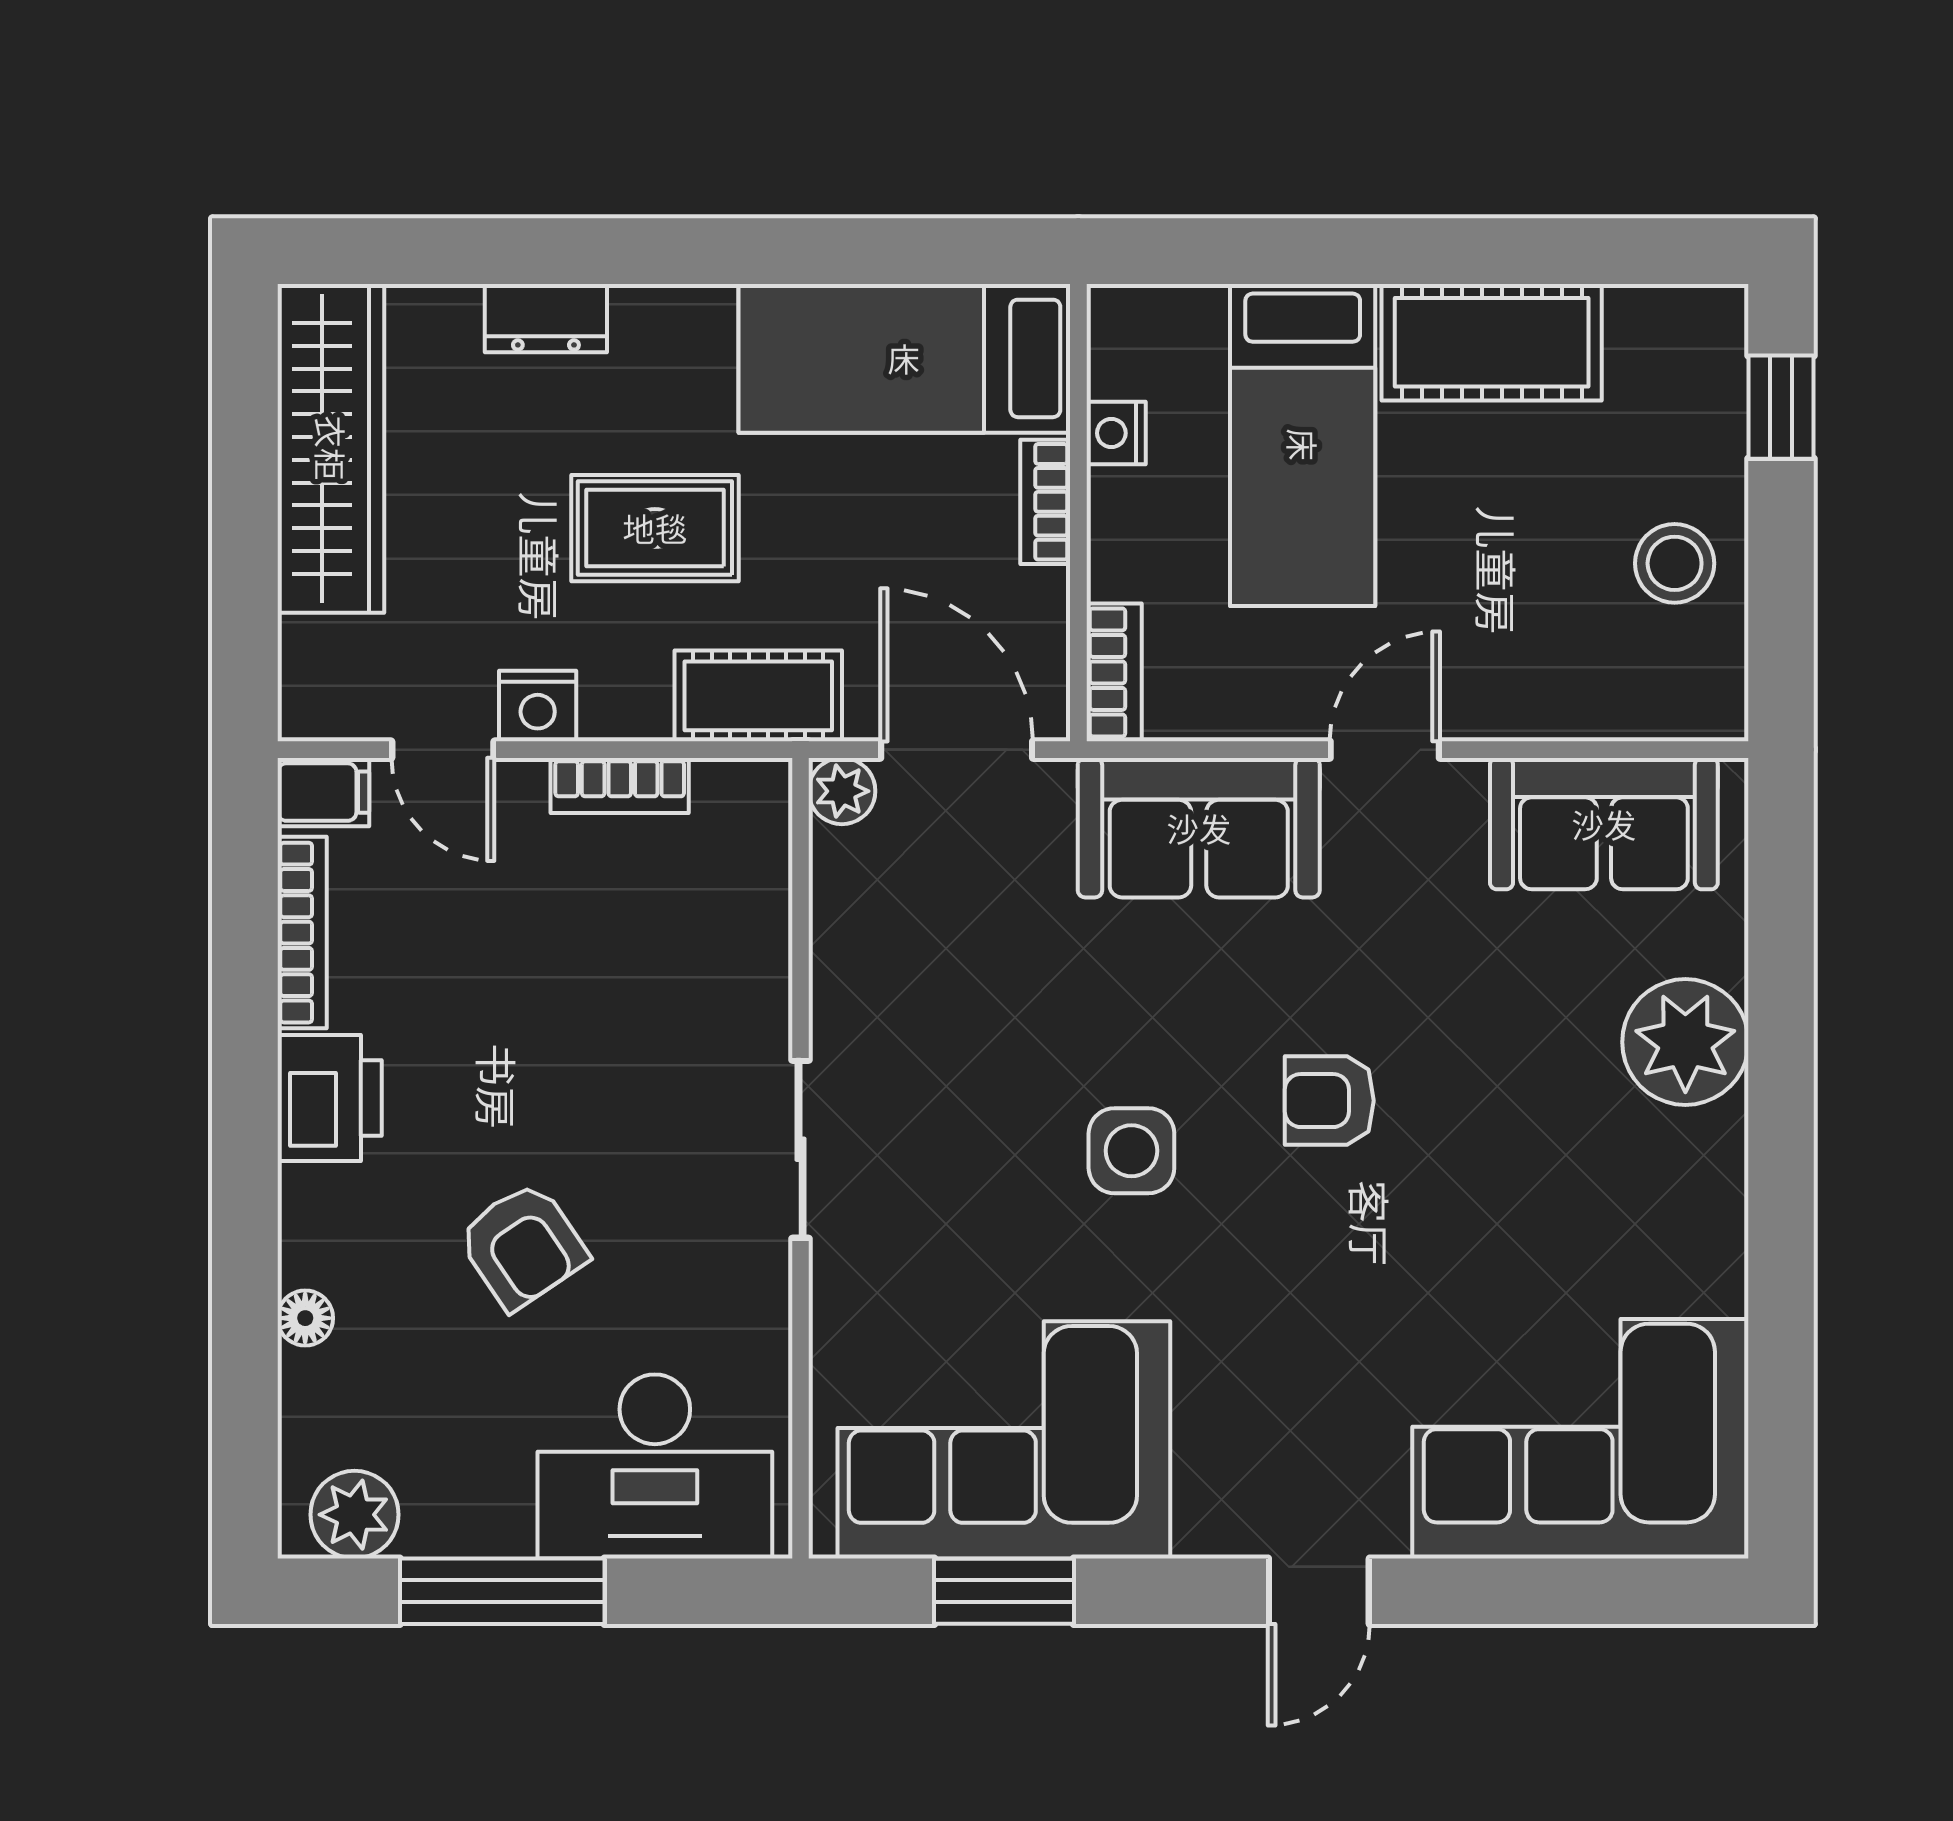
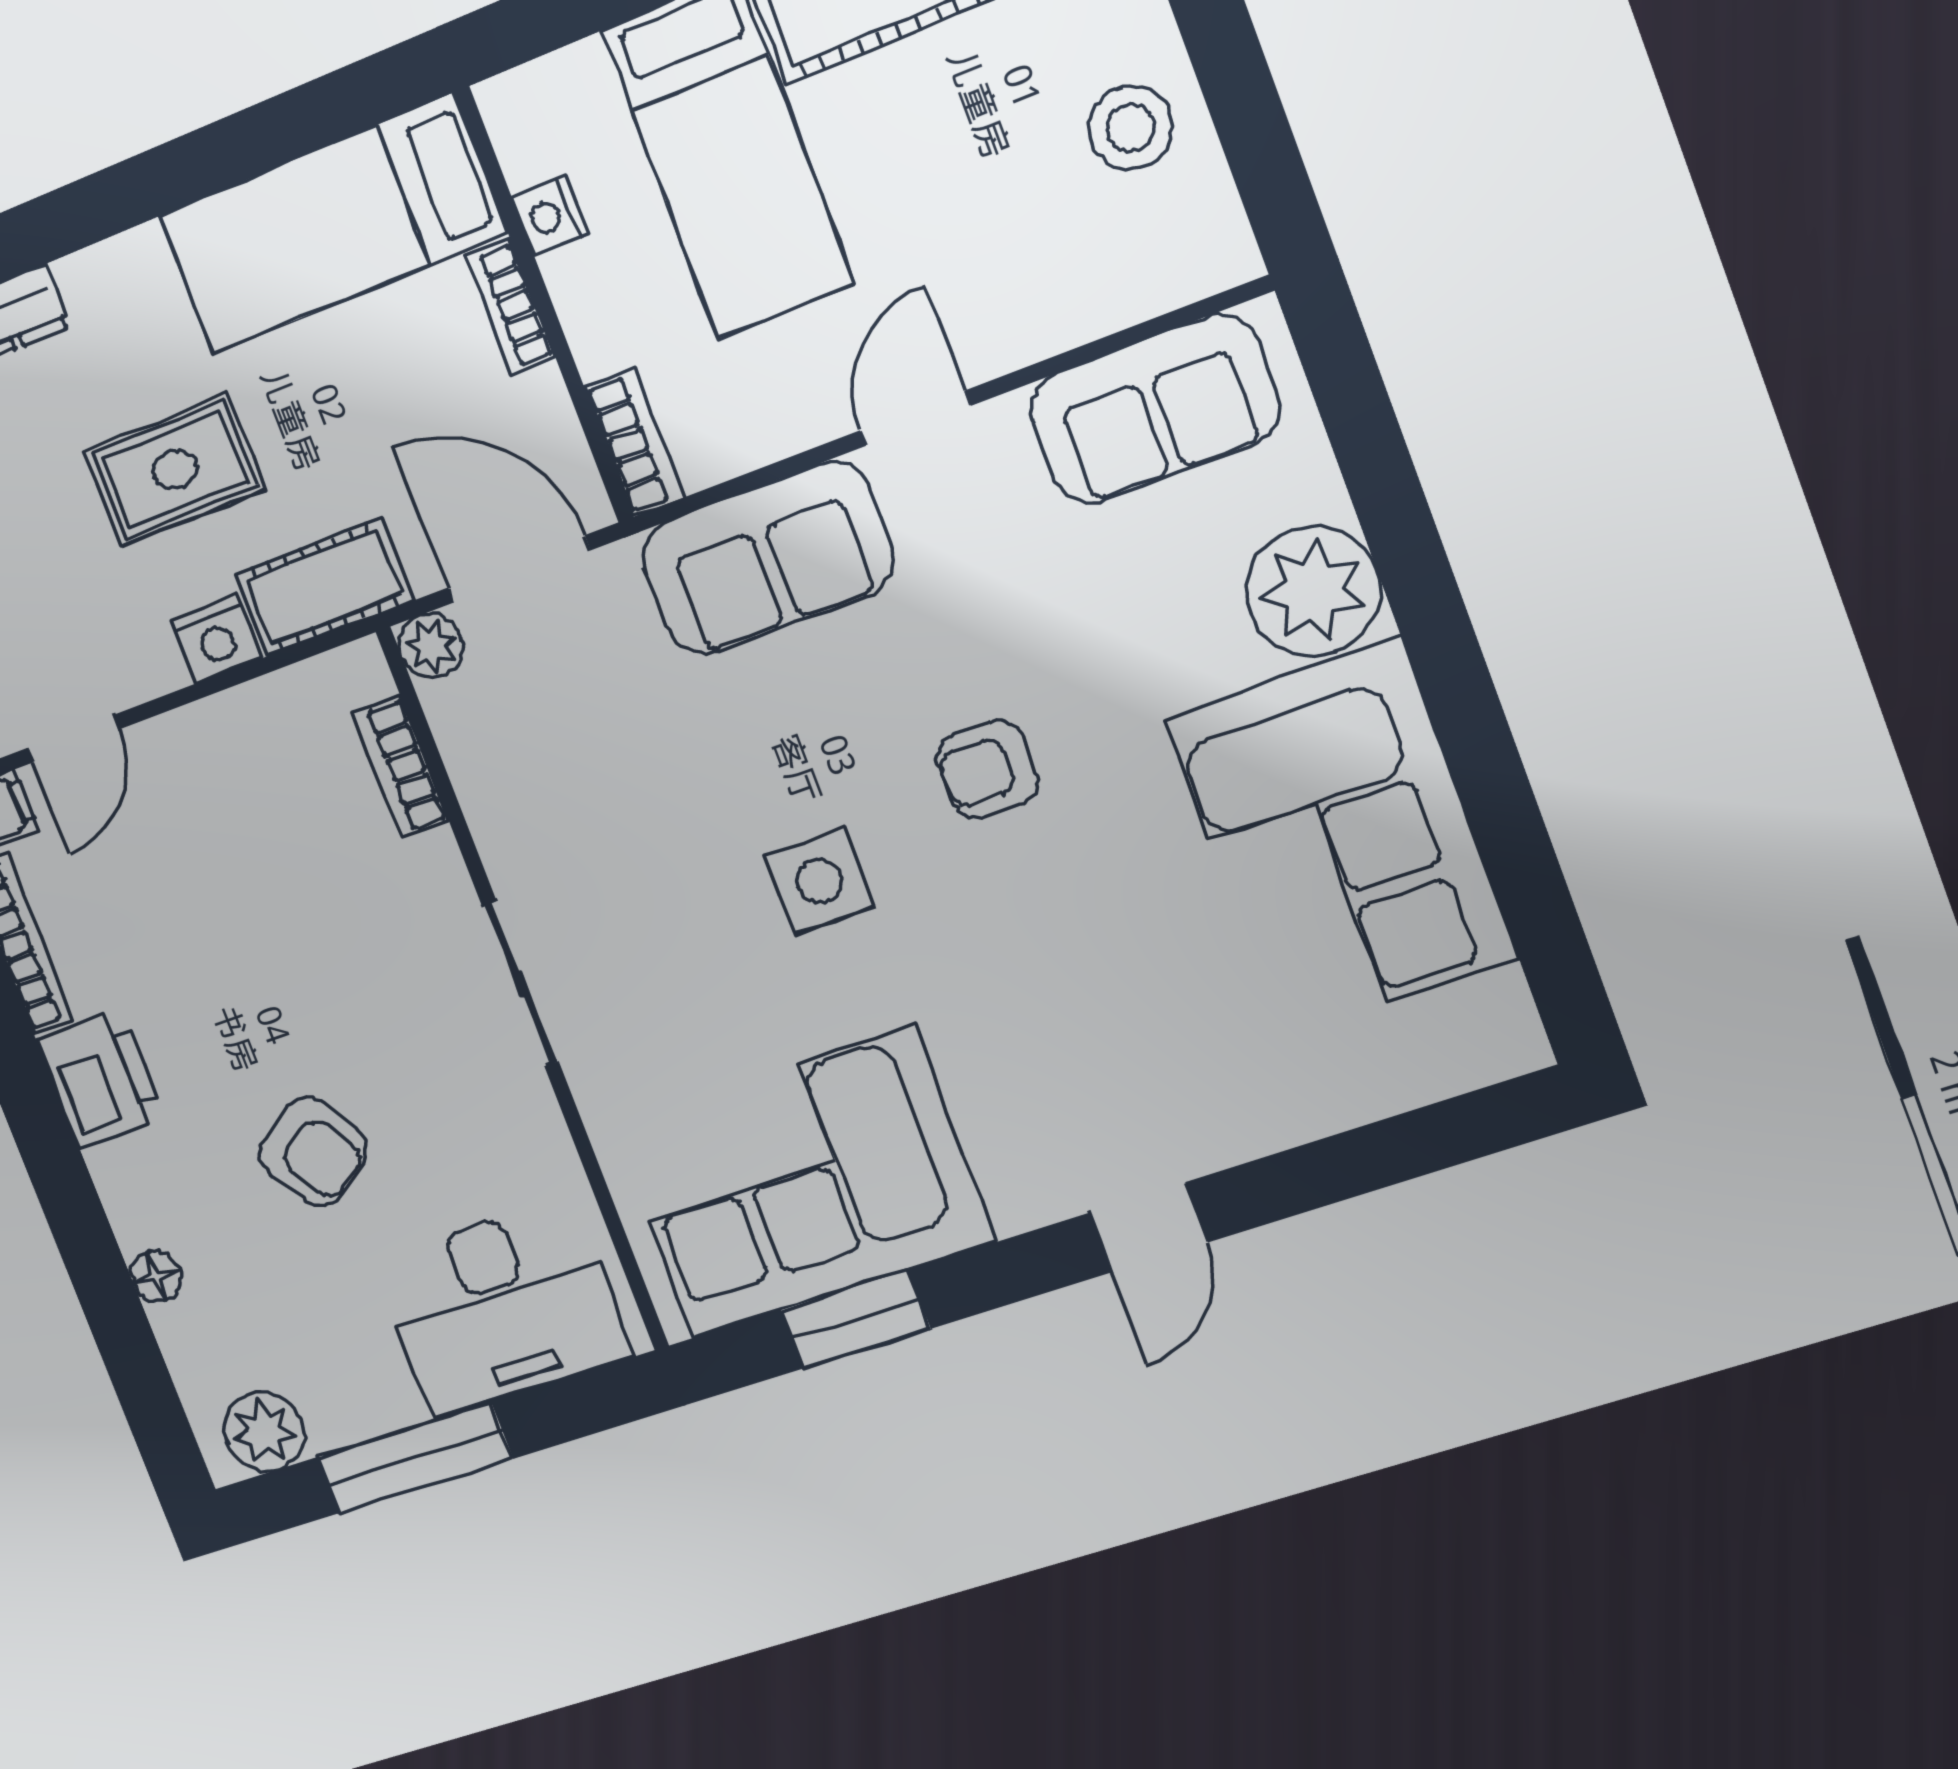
nightstand: (538, 706) -> (216, 639), moved
door: (443, 750) -> (73, 739), hinge flipped
bookcase: (620, 785) -> (401, 767), moved, turned 90
corner sofa: (1580, 1439) -> (1340, 838), moved, turned -90

